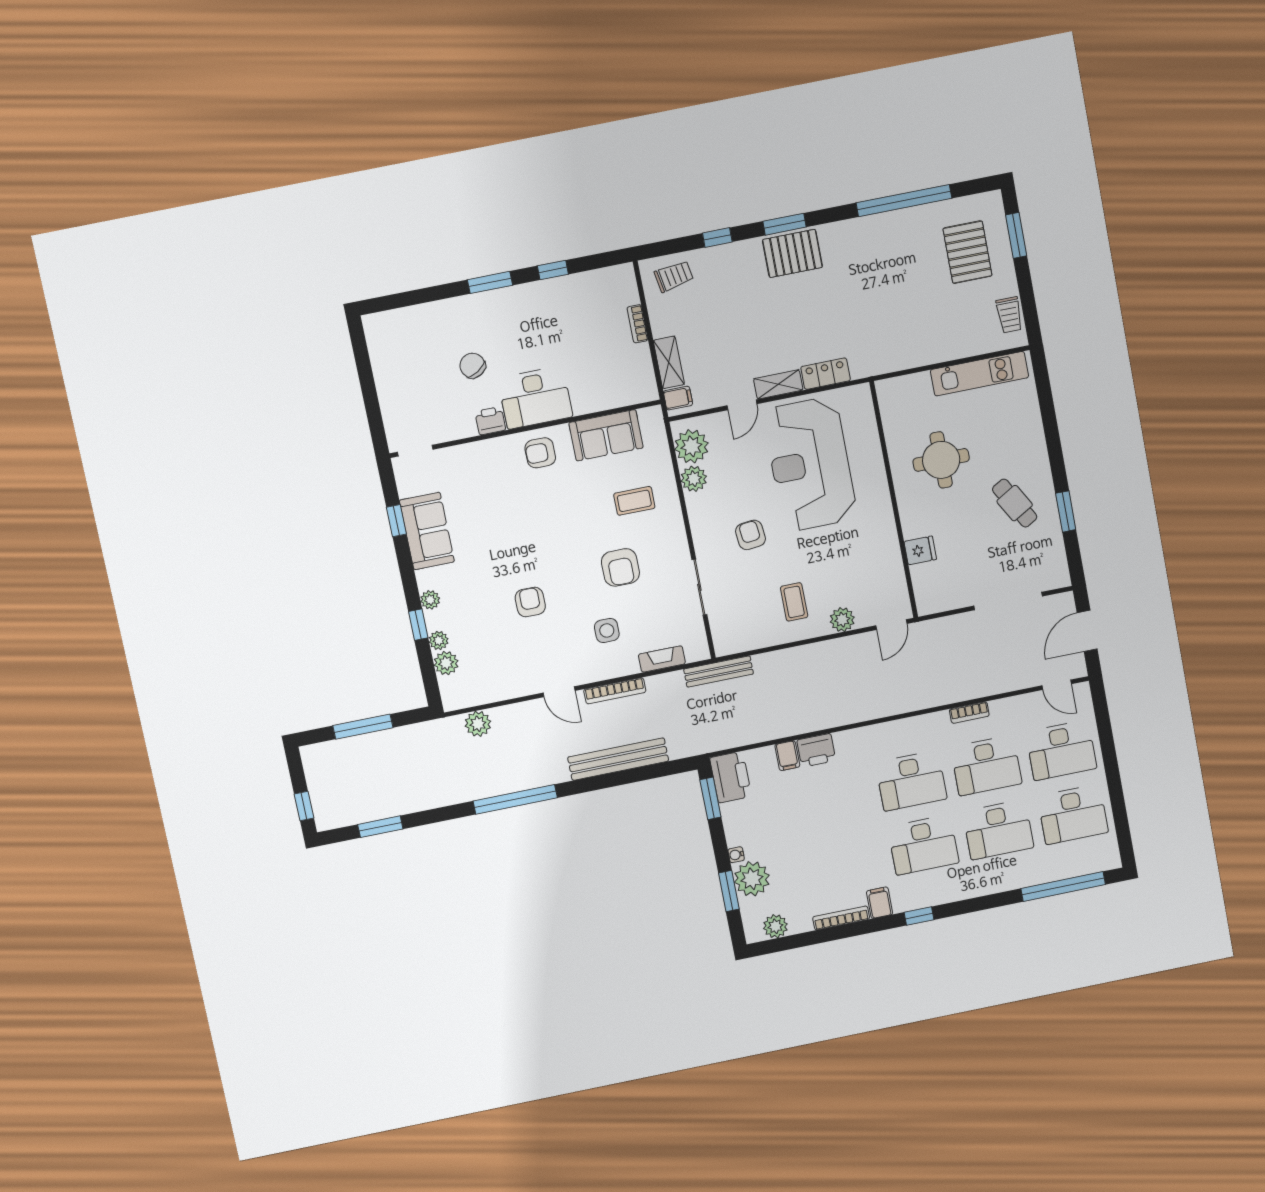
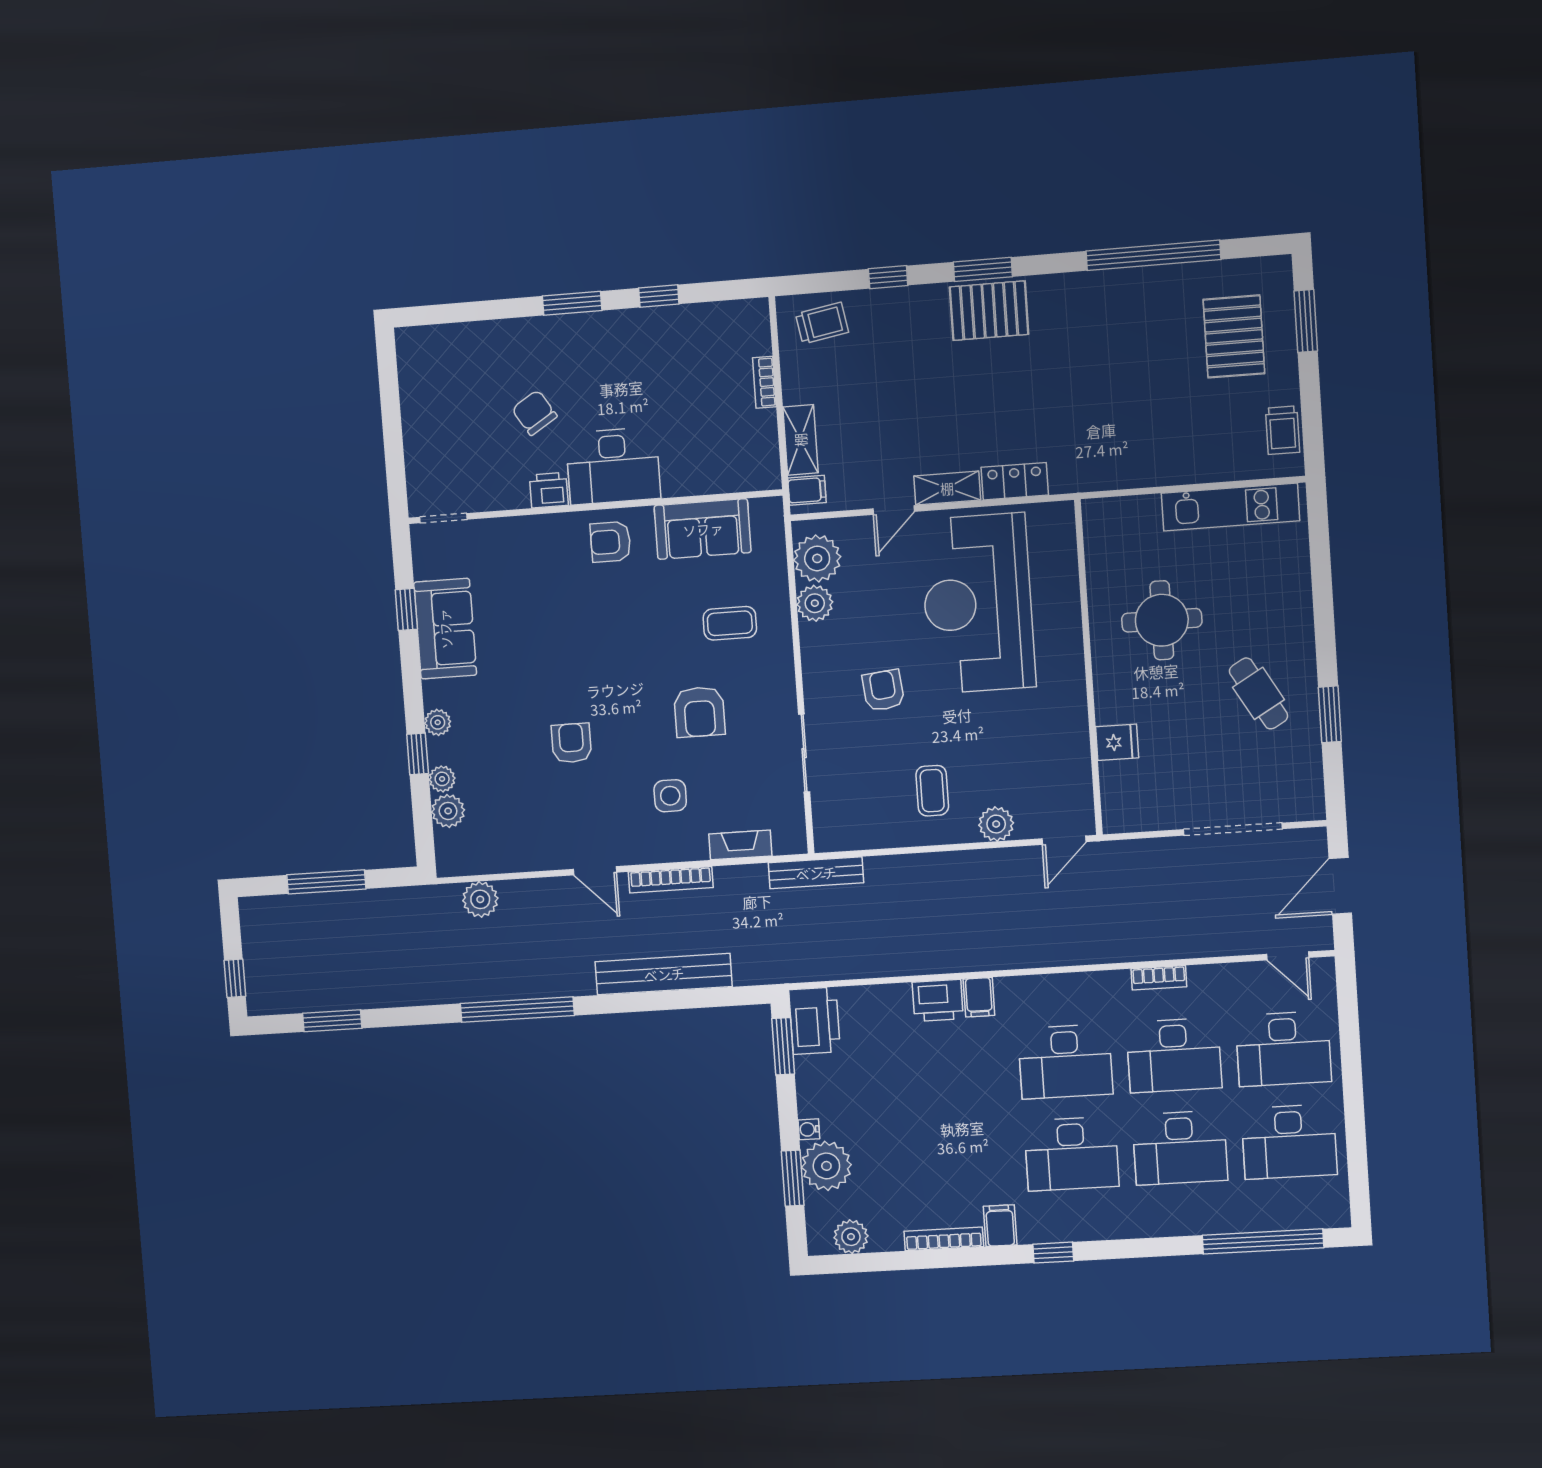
filing cabinet: (787, 756) -> (979, 997), moved

